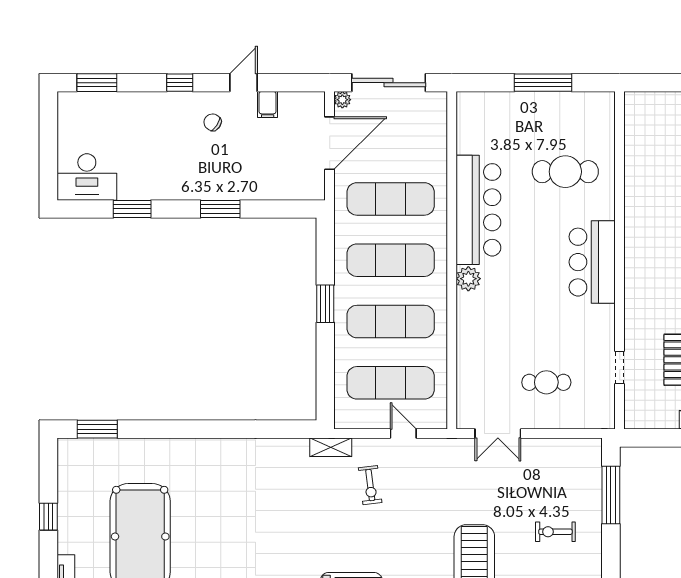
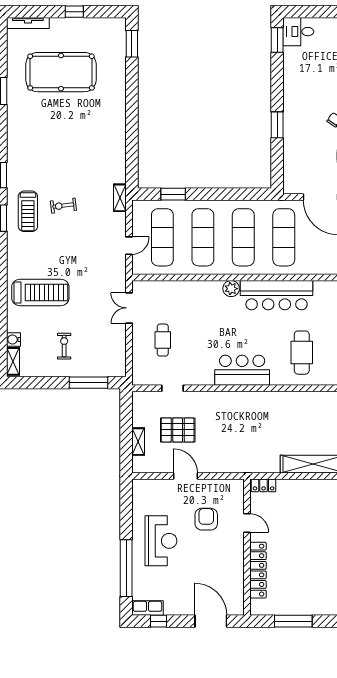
desk: (87, 177) -> (298, 32), width x0.73
window: (132, 209) -> (277, 40), moved
window: (325, 304) -> (173, 194), moved
exercise bike: (370, 485) -> (63, 206), moved

